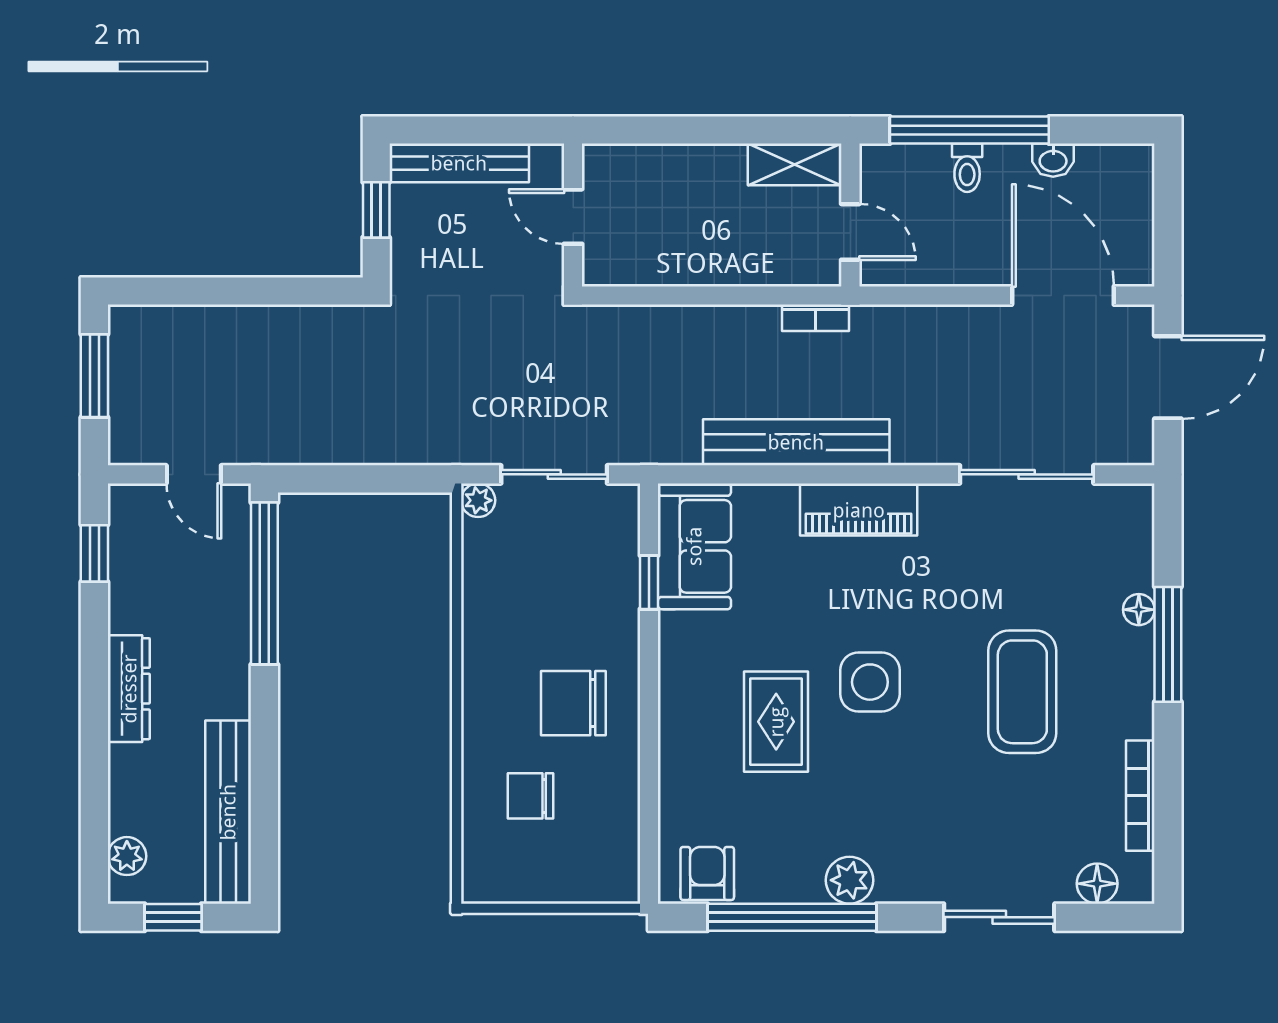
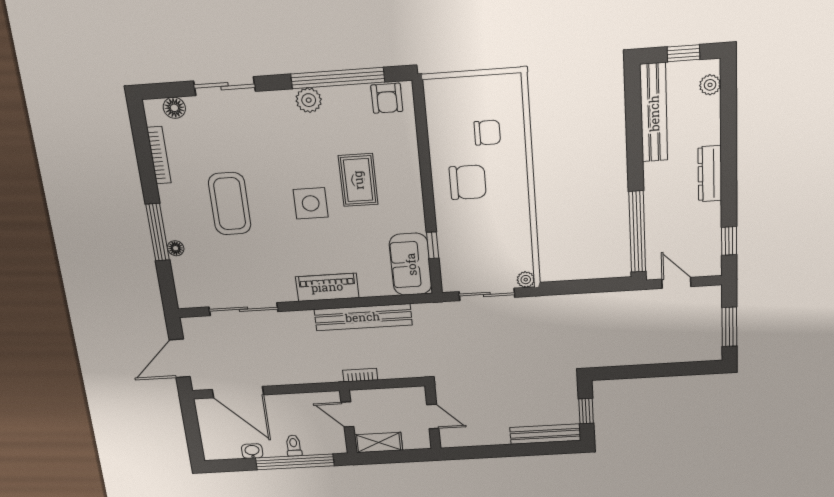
wall: (573, 215) -> (433, 417), moved
door: (573, 217) -> (433, 417), moved

